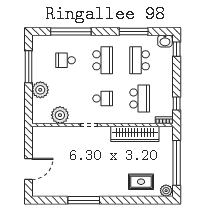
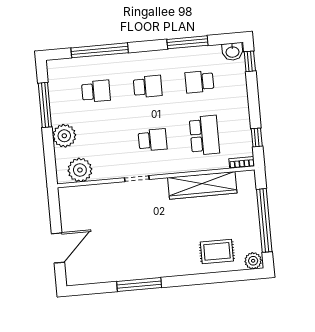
school desk: (66, 60) -> (96, 91), turned 180
school desk: (103, 60) -> (148, 86), width x0.54
school desk: (140, 60) -> (199, 82), width x0.54
plant: (60, 115) -> (80, 170), moved

